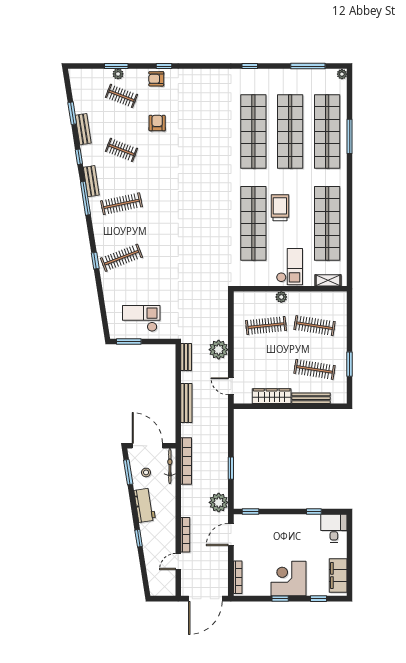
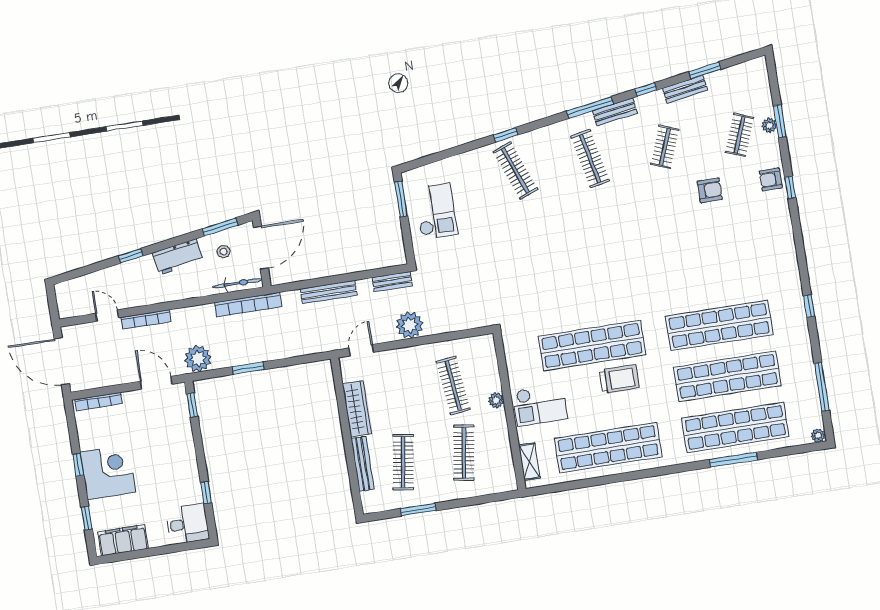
armchair: (156, 79) -> (771, 179), turned -90

